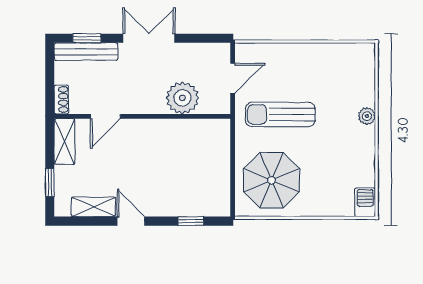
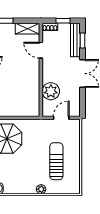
window: (50, 75) -> (63, 21), added
door: (233, 78) -> (61, 118), swing flipped
sun lounger: (280, 114) -> (56, 161), moved

